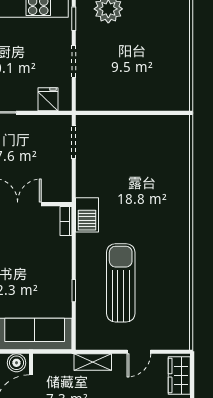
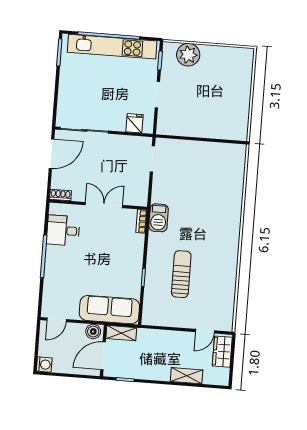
sun lounger: (121, 283) -> (181, 274), width x0.73, depth x0.75
door: (139, 352) -> (205, 331), moved
shelving: (93, 362) -> (121, 333), moved

